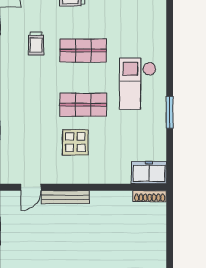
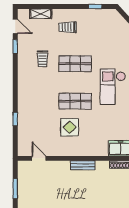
door: (31, 187) -> (39, 158), swing flipped
bench: (65, 197) -> (83, 165), moved, width x0.73

